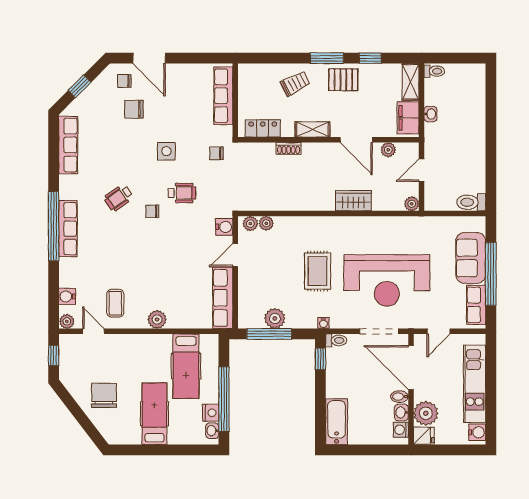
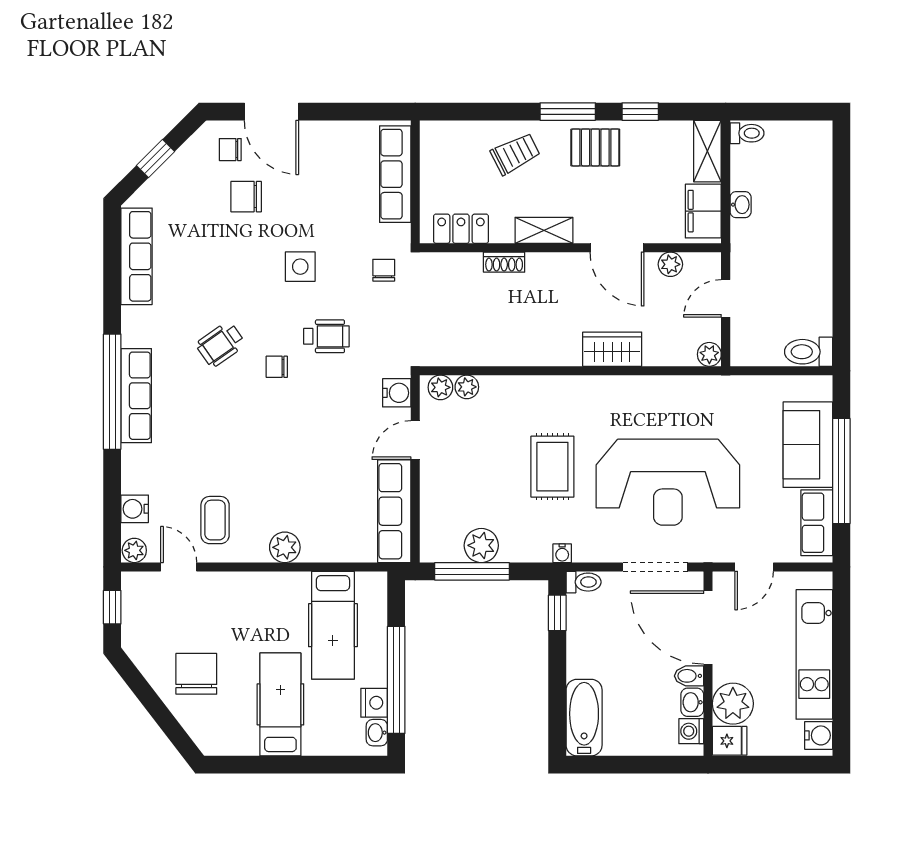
chair: (216, 153) -> (384, 270), turned 90

